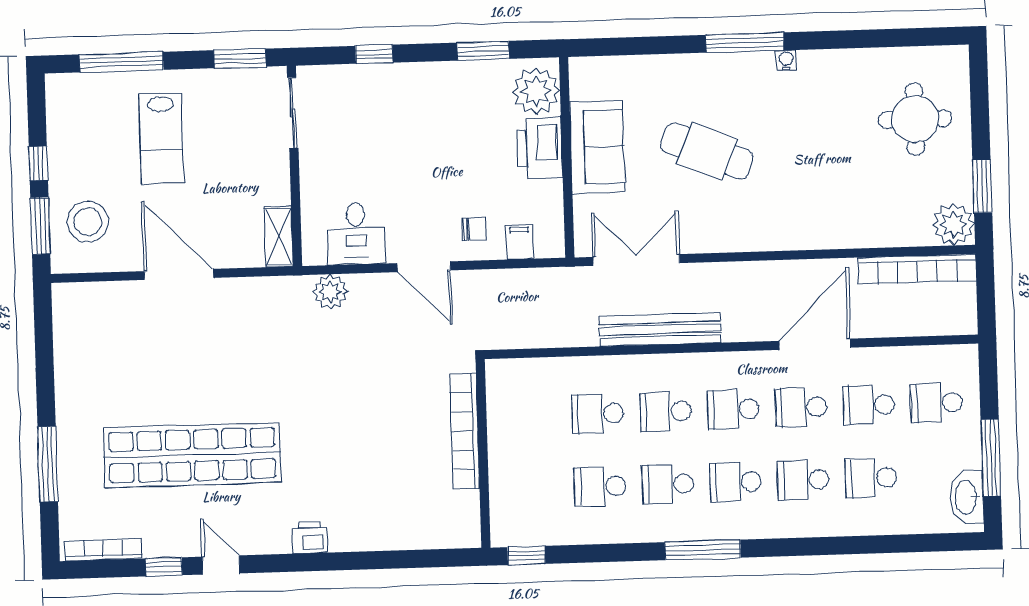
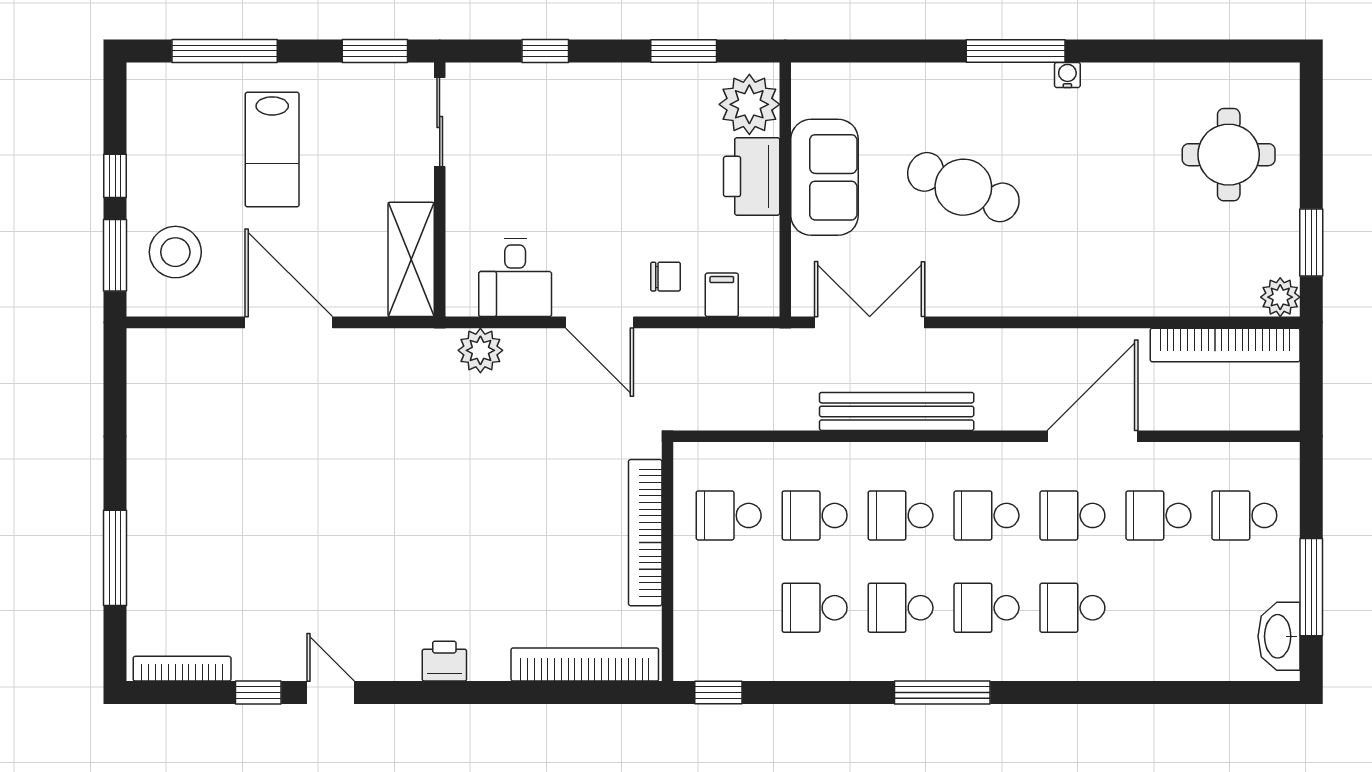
plant: (953, 225) -> (1280, 297), width x0.73, depth x0.73
shelving: (279, 237) -> (411, 259), width x1.50, depth x1.33
shop shelf: (192, 455) -> (299, 552), removed
school desk: (871, 478) -> (729, 515), moved
bookcase: (420, 537) -> (585, 665), added

